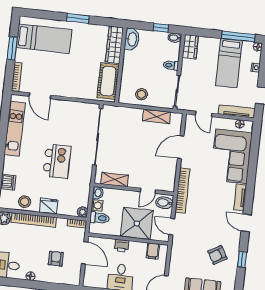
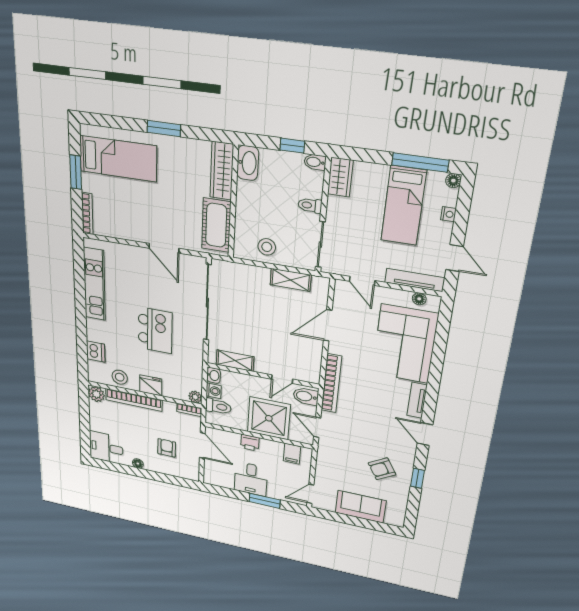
door: (40, 96) -> (164, 248), moved

